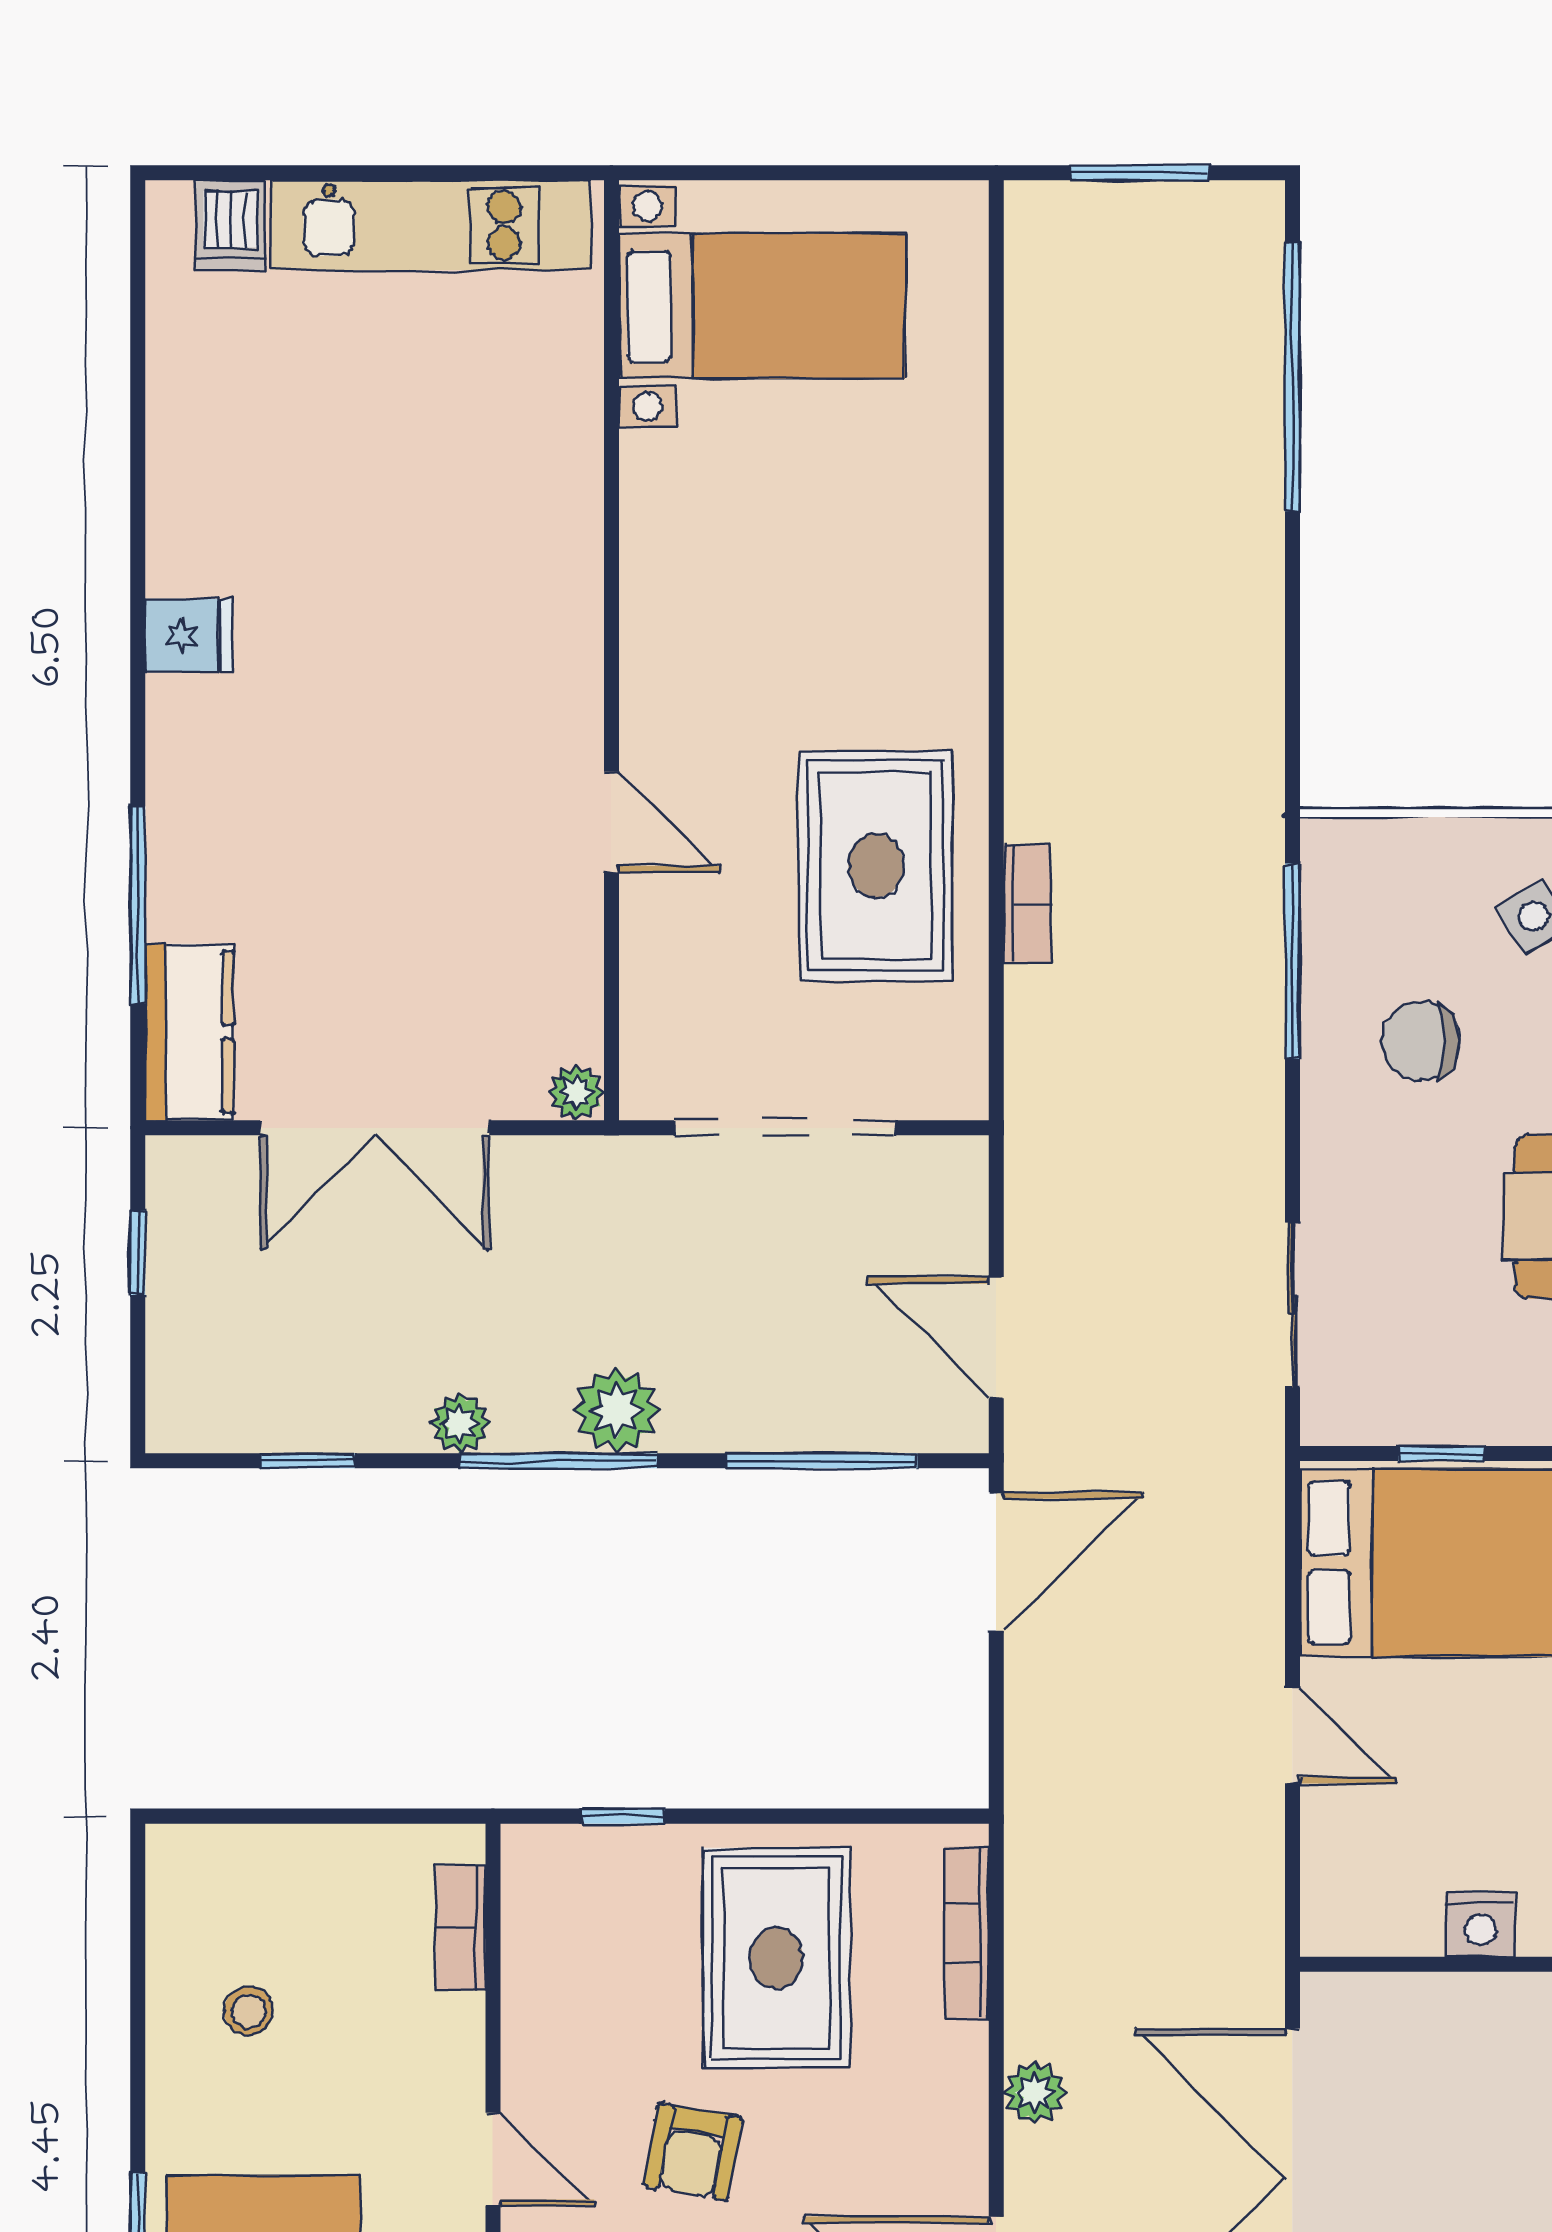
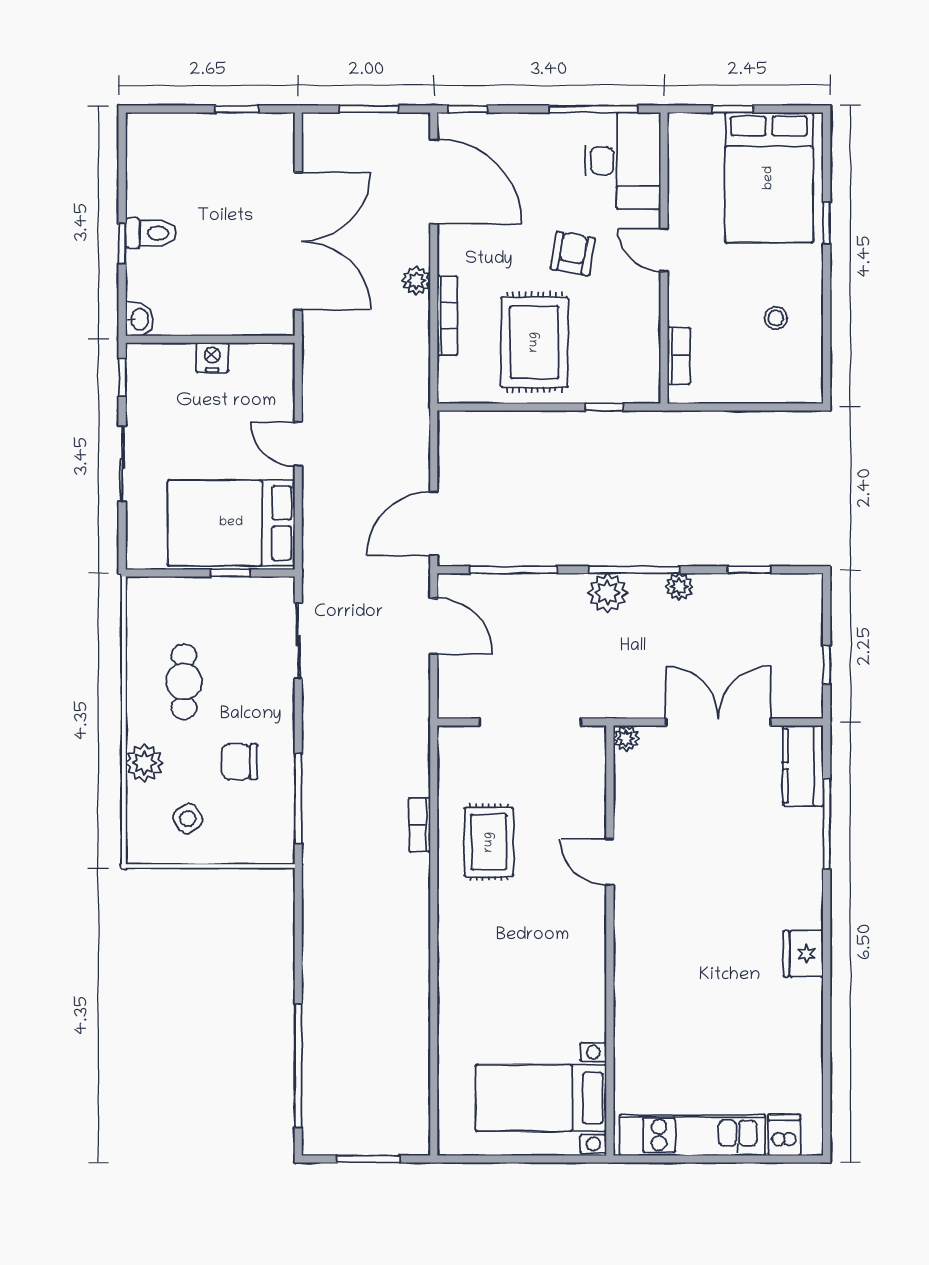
fridge: (189, 636) -> (803, 954), width x1.38
rug: (876, 866) -> (489, 842), width x0.73, depth x0.70
chair: (1421, 1041) -> (239, 762), turned 180
bookcase: (967, 1933) -> (447, 316), moved

